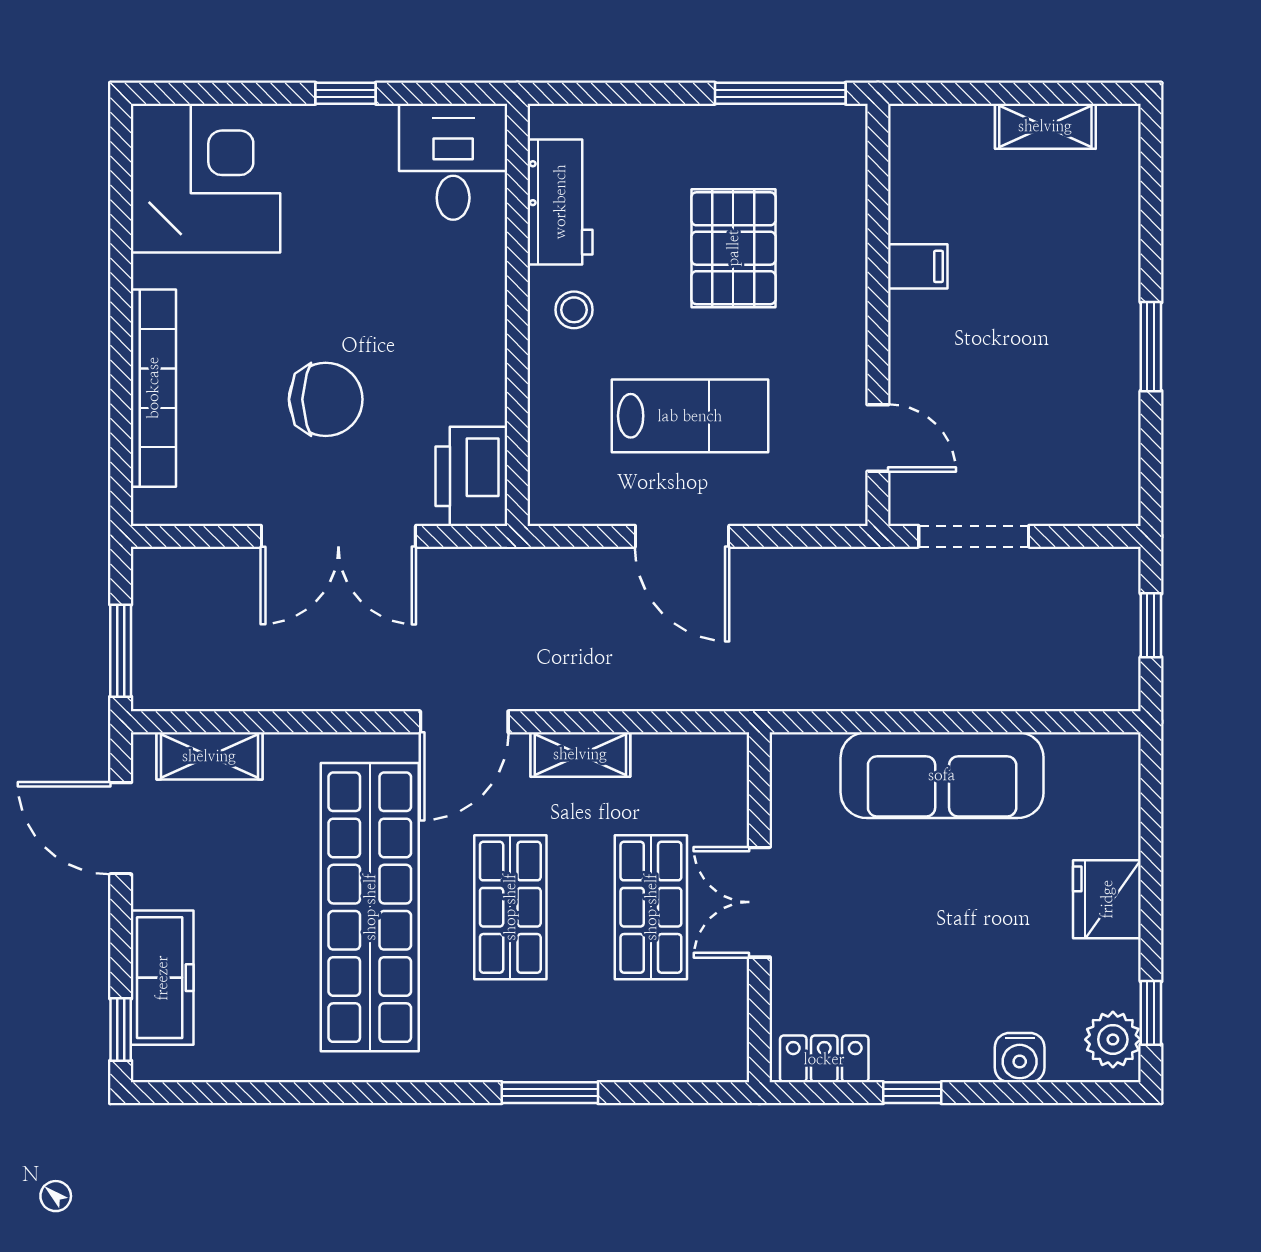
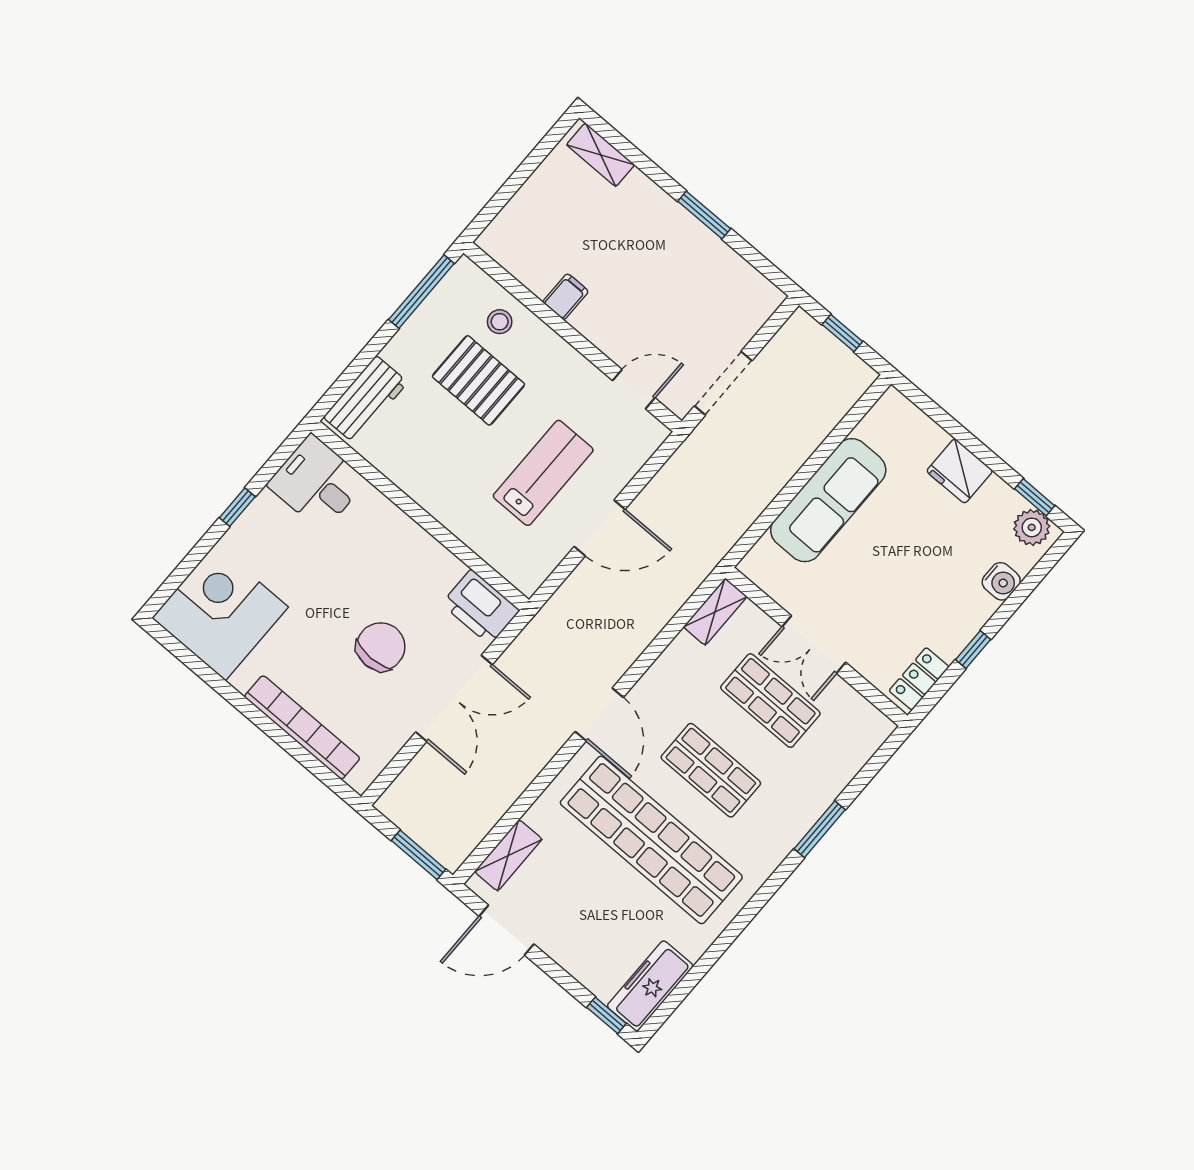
shelving: (1045, 126) -> (601, 155), moved, turned 90
workbench: (560, 202) -> (366, 400), moved, turned 90
stool: (574, 310) -> (500, 322), moved
shelving: (580, 754) -> (715, 612), moved
freezer: (162, 978) -> (650, 986), moved, turned -90

